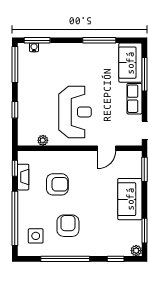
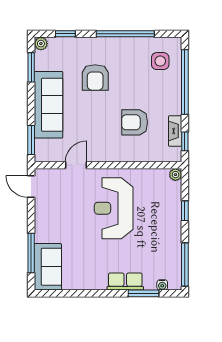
window: (37, 40) -> (144, 293), moved
window: (99, 40) -> (85, 293), removed
row of seats: (134, 99) -> (125, 281), moved, turned -90
plant: (43, 140) -> (175, 175), moved
sofa: (130, 199) -> (49, 105), width x1.36
armchair: (68, 226) -> (95, 77), moved

